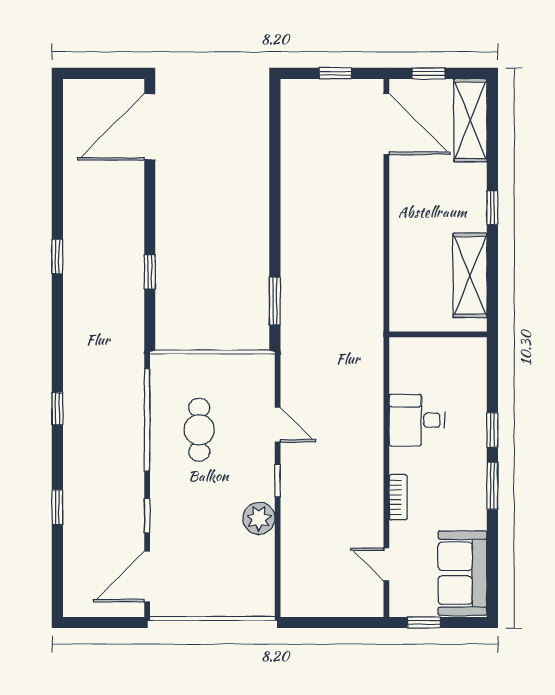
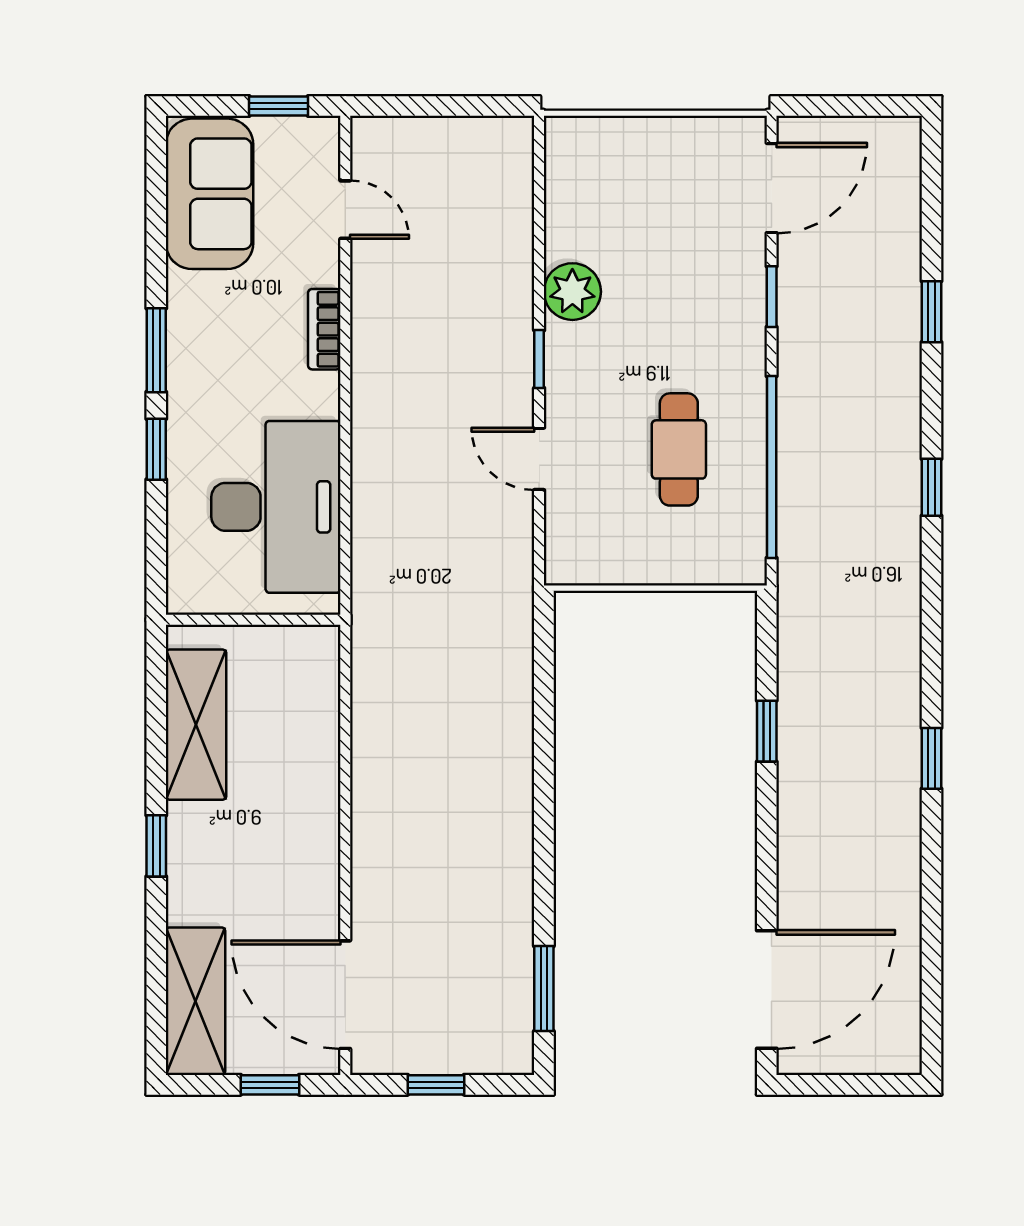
window: (275, 301) -> (544, 989), moved
desk: (417, 420) -> (276, 507), width x1.87, depth x1.30

